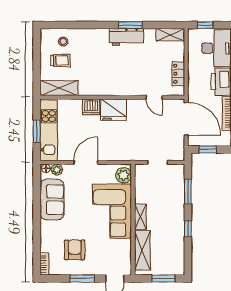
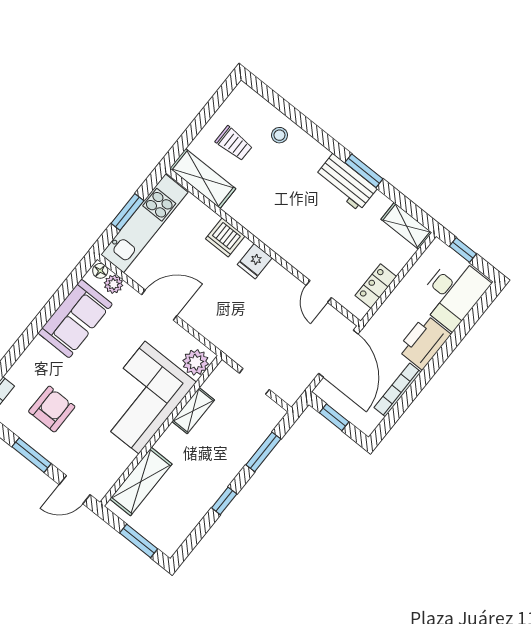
stool: (63, 41) -> (279, 135), moved
fridge: (114, 110) -> (255, 261), width x0.53, depth x0.75
shelving: (140, 217) -> (193, 411), moved

